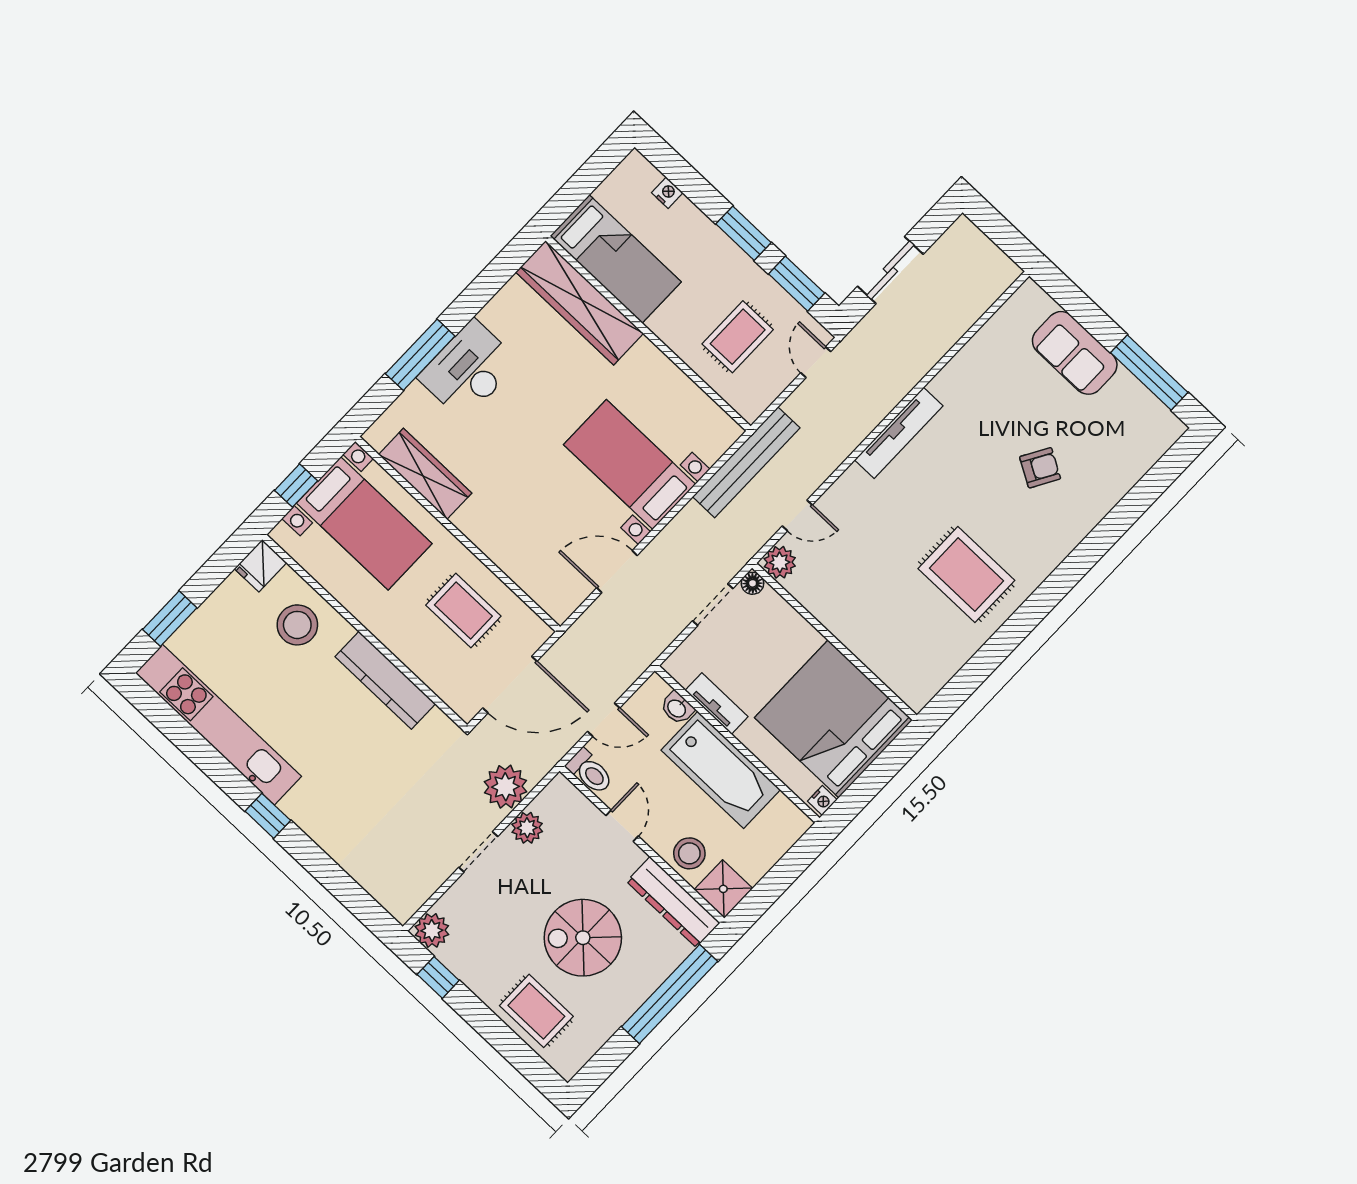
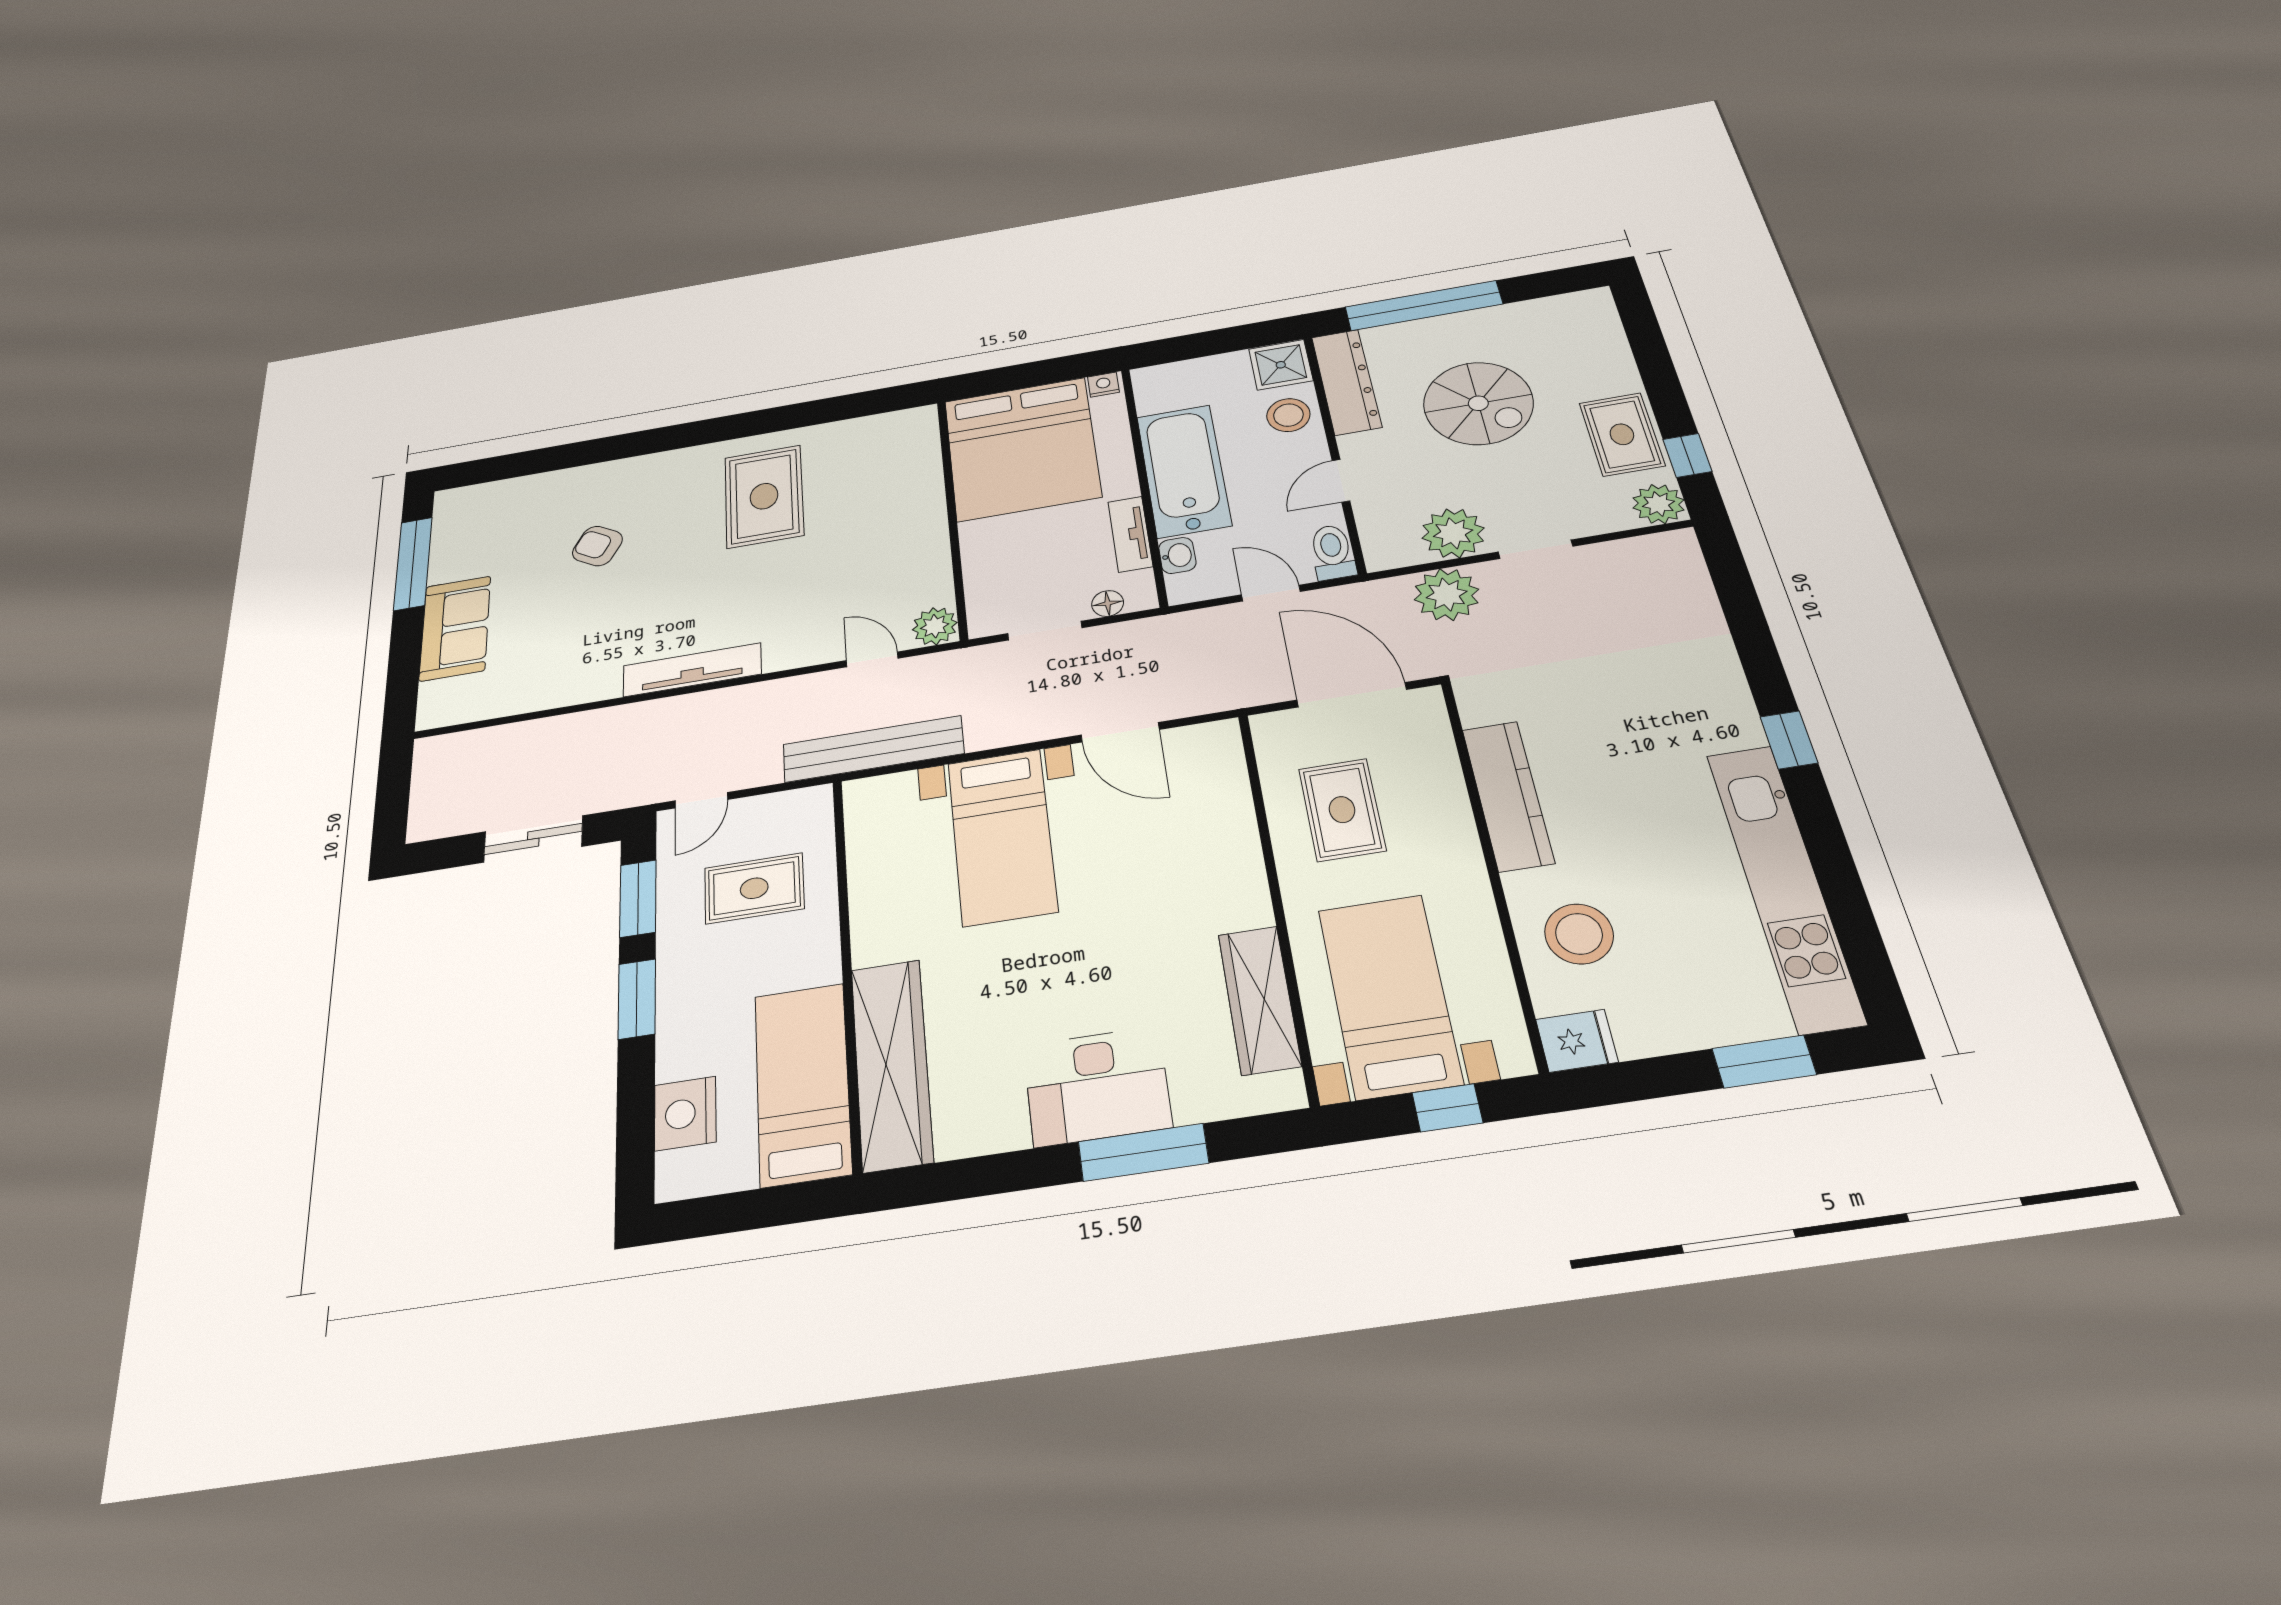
nightstand: (667, 193) -> (685, 1113), width x1.89, depth x1.79
floor lamp: (753, 583) -> (1108, 603), moved
plant: (527, 828) -> (1453, 533), width x1.36, depth x1.36
rug: (536, 1011) -> (1622, 434), moved

